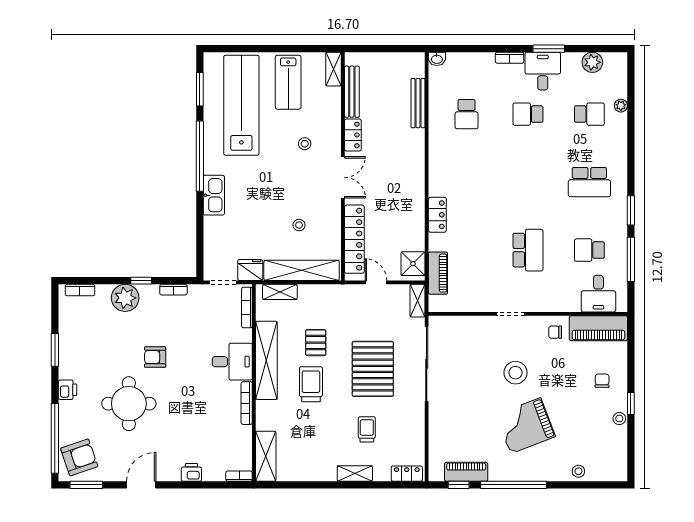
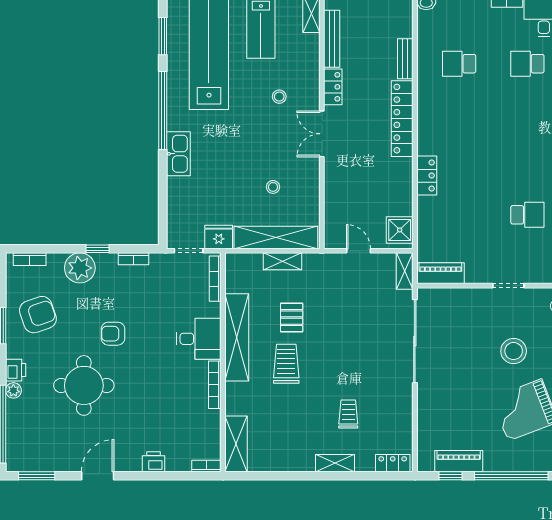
bench: (418, 103) -> (405, 59), width x0.73
school desk: (467, 114) -> (459, 64), turned 90
double door: (343, 177) -> (322, 134), swing flipped
locker: (354, 239) -> (402, 119), moved, turned 180
school desk: (528, 250) -> (527, 215), width x0.54
piano: (438, 273) -> (440, 273), moved, turned -90
shelving: (280, 292) -> (282, 261), moved
pallet: (373, 369) -> (355, 347), removed
plant: (66, 408) -> (13, 390), added
armchair: (79, 457) -> (38, 315), moved

